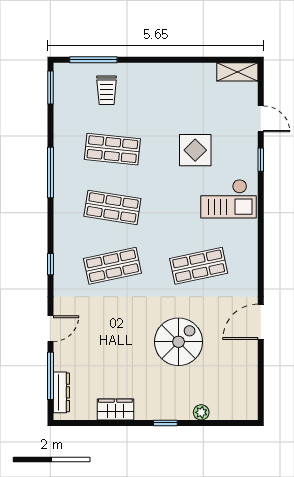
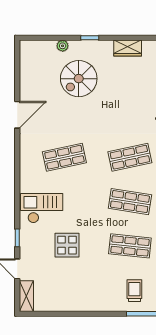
shelving: (237, 72) -> (26, 296), moved, turned 90
spiral stairs: (179, 342) -> (79, 79), moved

